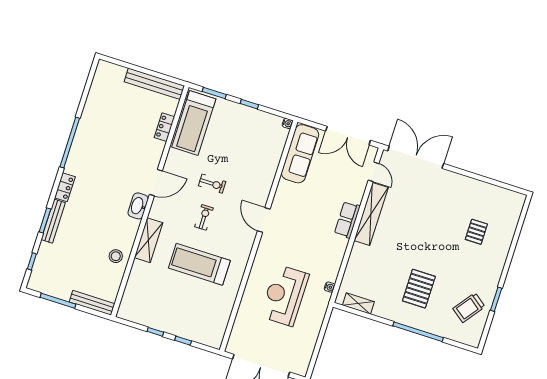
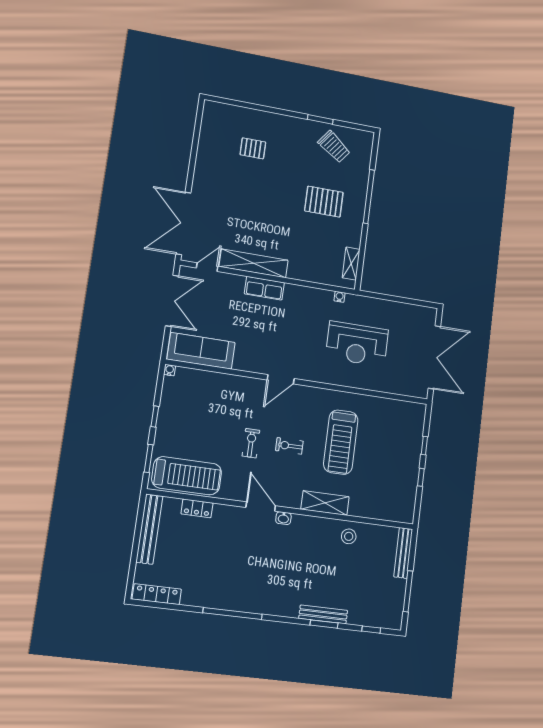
locker: (65, 187) -> (157, 594), moved, width x1.53
washbasin: (138, 206) -> (283, 518), width x0.52, depth x0.69

